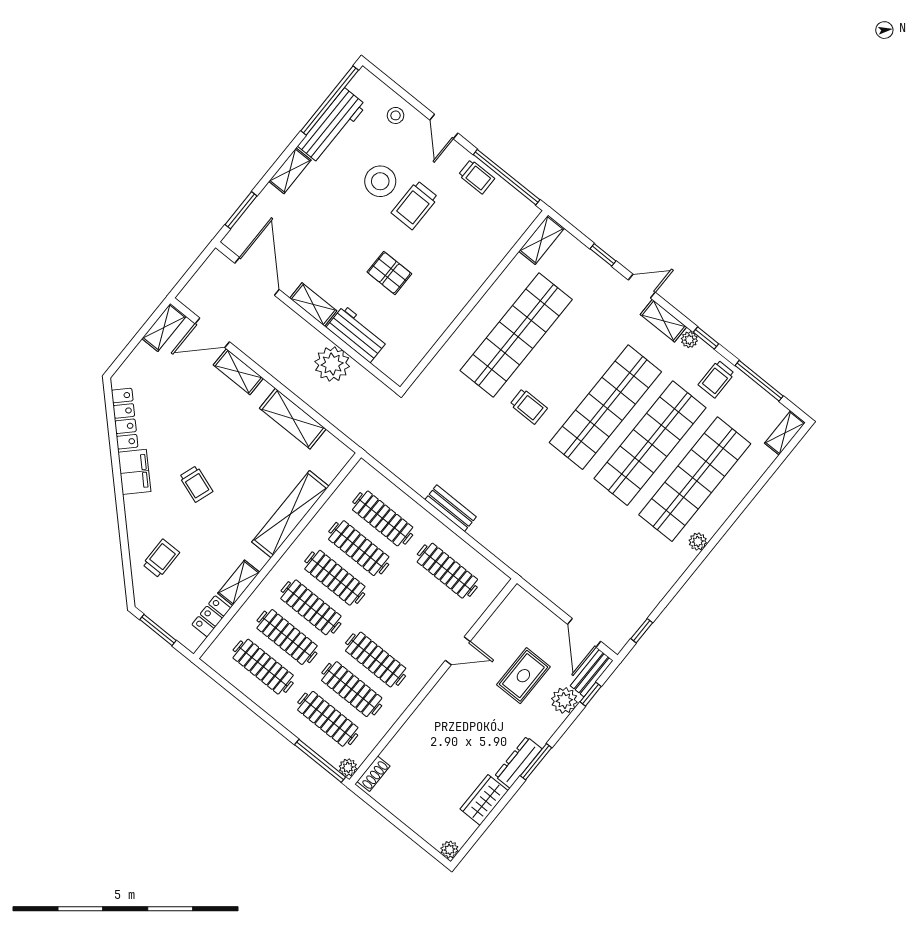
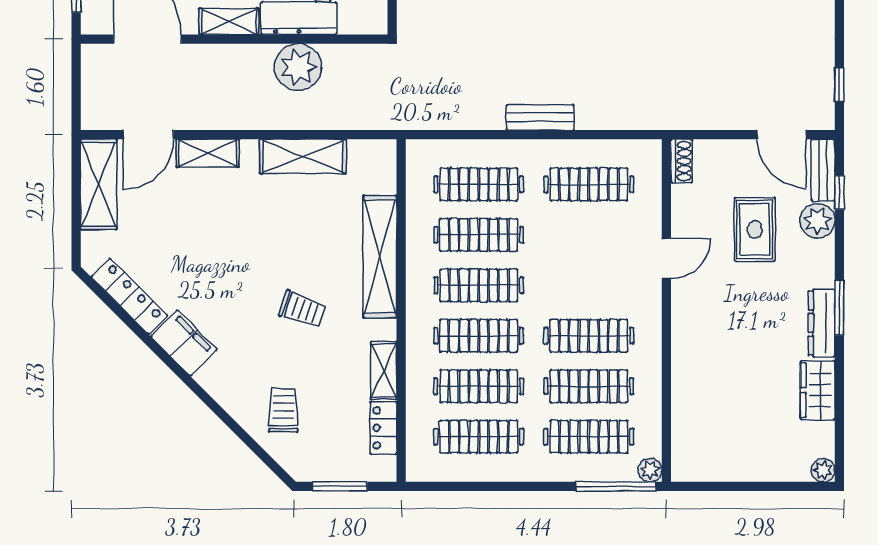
shelving: (164, 327) -> (99, 184), width x1.50, depth x1.33
trolley: (196, 484) -> (302, 309), moved
shoe rack: (373, 774) -> (682, 161), moved

